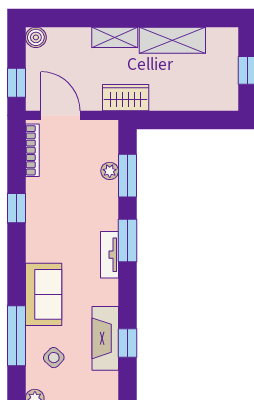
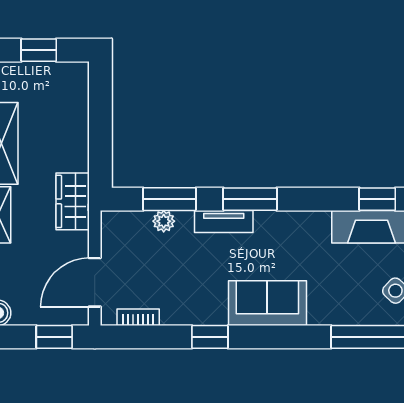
bookcase: (32, 150) -> (138, 317), width x0.64
tv unit: (109, 255) -> (224, 221), moved
sofa: (44, 294) -> (267, 303), moved

